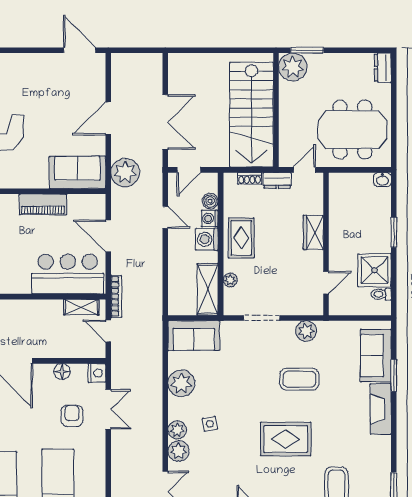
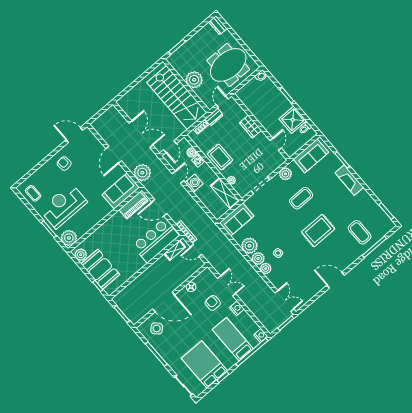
plant: (293, 67) -> (194, 80), moved
armchair: (35, 75) -> (64, 164), added
piano: (43, 204) -> (133, 205), moved
door: (165, 217) -> (178, 177), hinge flipped
washing machine: (207, 239) -> (194, 183), moved, turned 180
sofa: (376, 356) -> (311, 156), moved, turned -90
nightstand: (97, 373) -> (237, 308), moved
plant: (178, 451) -> (258, 258), moved

